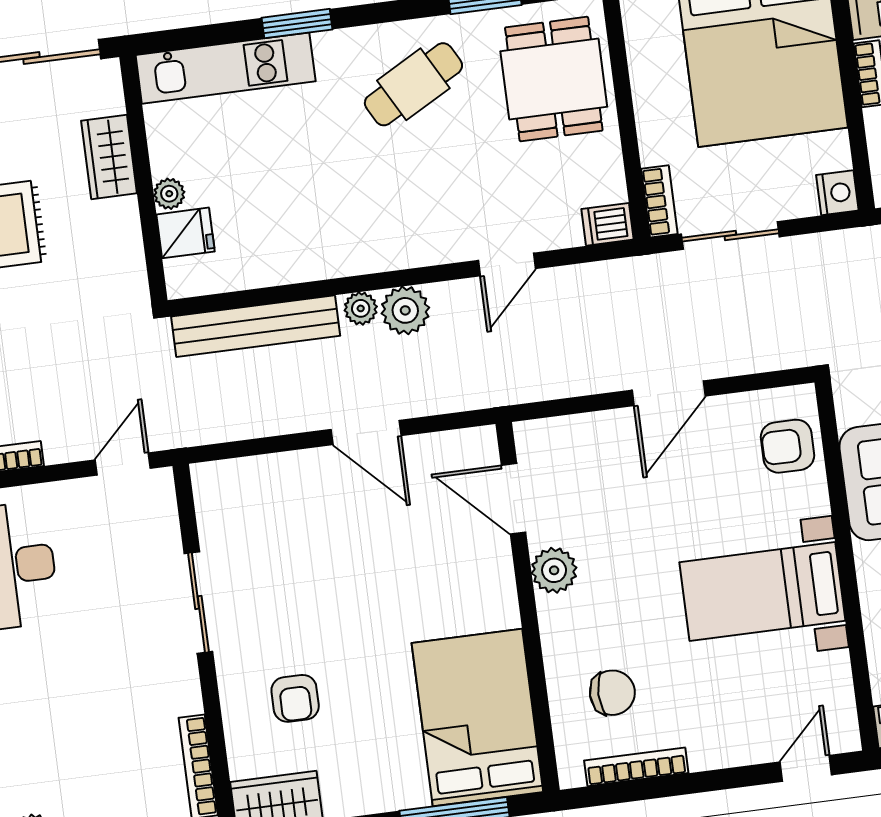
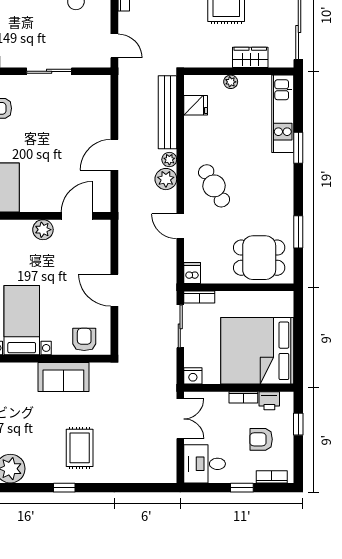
cafe table: (413, 84) -> (214, 186), moved
fridge: (186, 233) -> (196, 105), moved, turned -90

